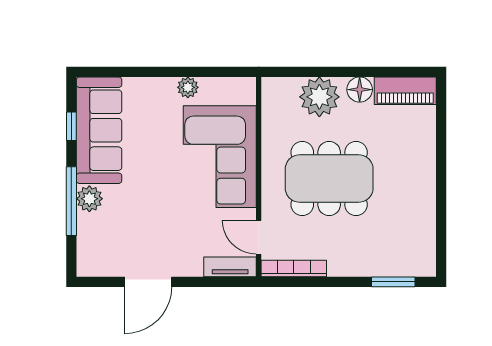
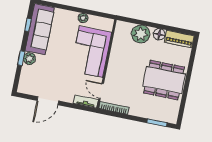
dining table: (329, 179) -> (164, 80), moved
window: (71, 201) -> (21, 58), width x0.46

